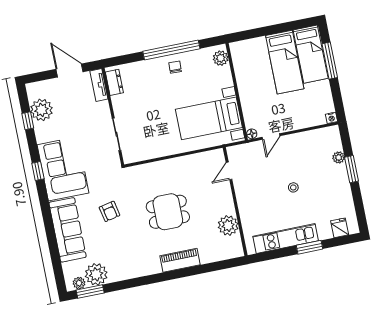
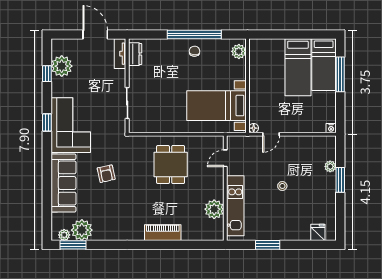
dining table: (168, 212) -> (171, 165), moved, turned 90
kitchen unit: (286, 238) -> (235, 206), moved, turned 90
window: (310, 247) -> (268, 245), moved

